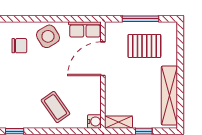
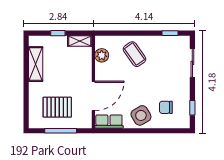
shelving: (169, 95) -> (36, 64), width x0.68
plant: (93, 106) -> (102, 55), added
water cooler: (94, 121) -> (101, 42), removed

